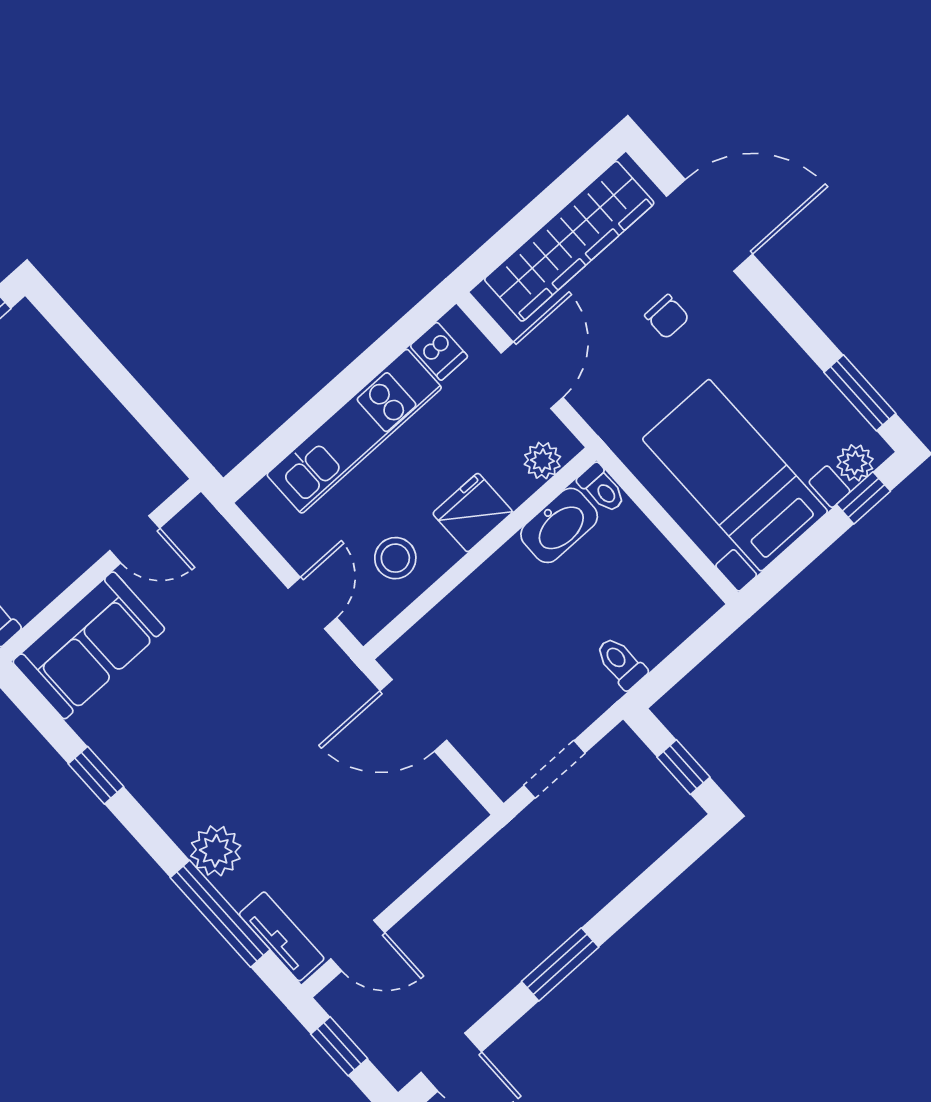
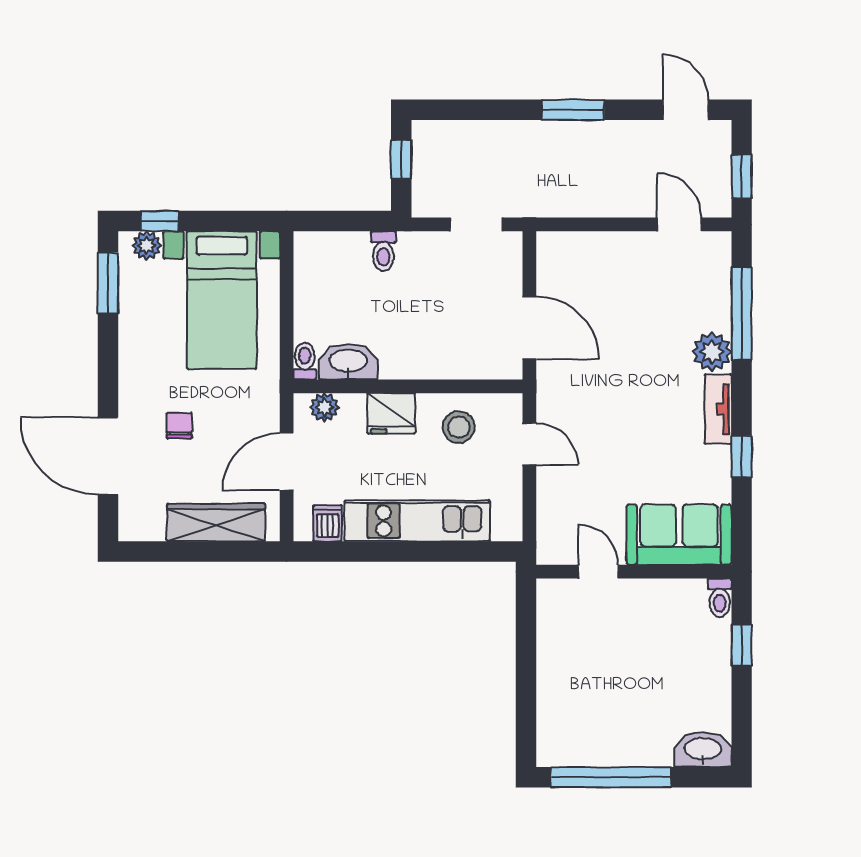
wardrobe: (569, 241) -> (216, 522), width x0.71, depth x0.85
door: (312, 603) -> (529, 444), swing flipped
tv unit: (282, 936) -> (718, 409), moved

